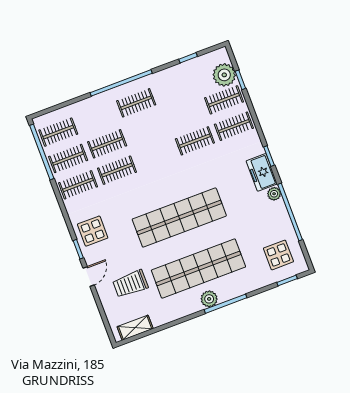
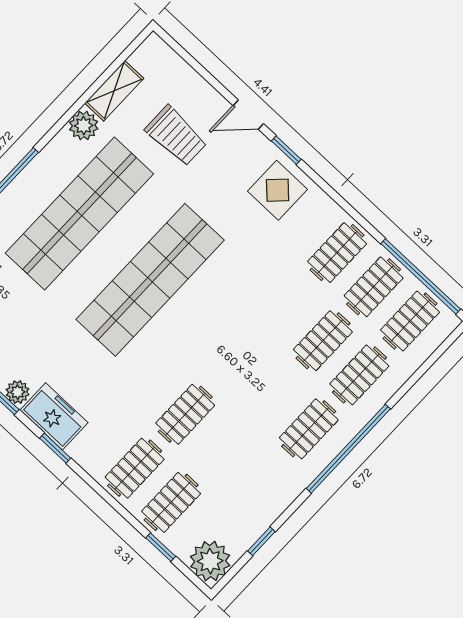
plant: (224, 75) -> (210, 561), moved
clothes rail: (117, 170) -> (359, 375), moved
door: (89, 277) -> (248, 115), hinge flipped
trolley: (130, 284) -> (176, 136), turned 90
plant: (209, 299) -> (84, 126), moved
shelving: (135, 328) -> (114, 91), moved

